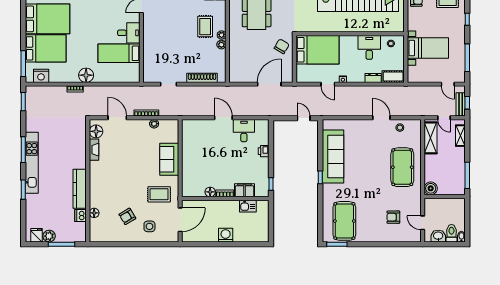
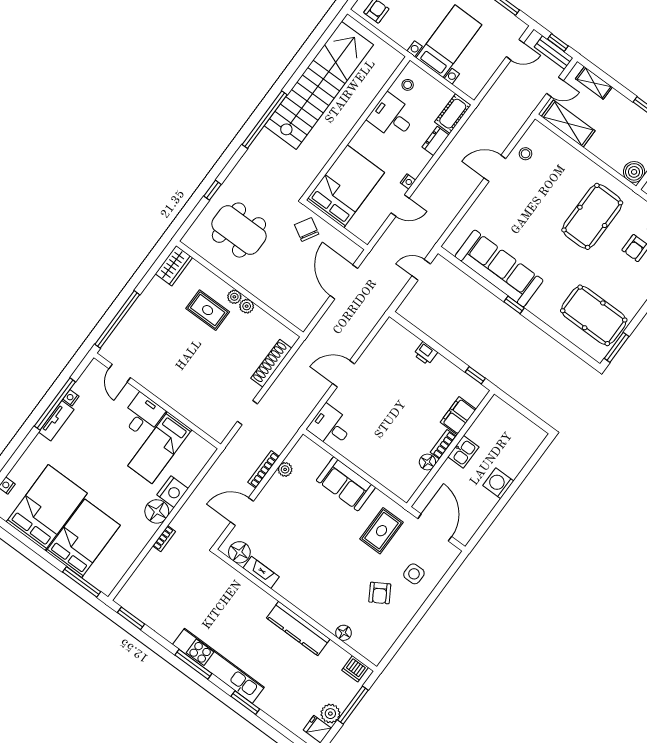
nightstand: (41, 76) -> (173, 492), moved
desk: (244, 131) -> (330, 426), moved
pool table: (402, 167) -> (592, 216), moved, turned 90
kitchen sink: (248, 206) -> (463, 452), moved
dishwasher: (81, 215) -> (355, 669), moved

